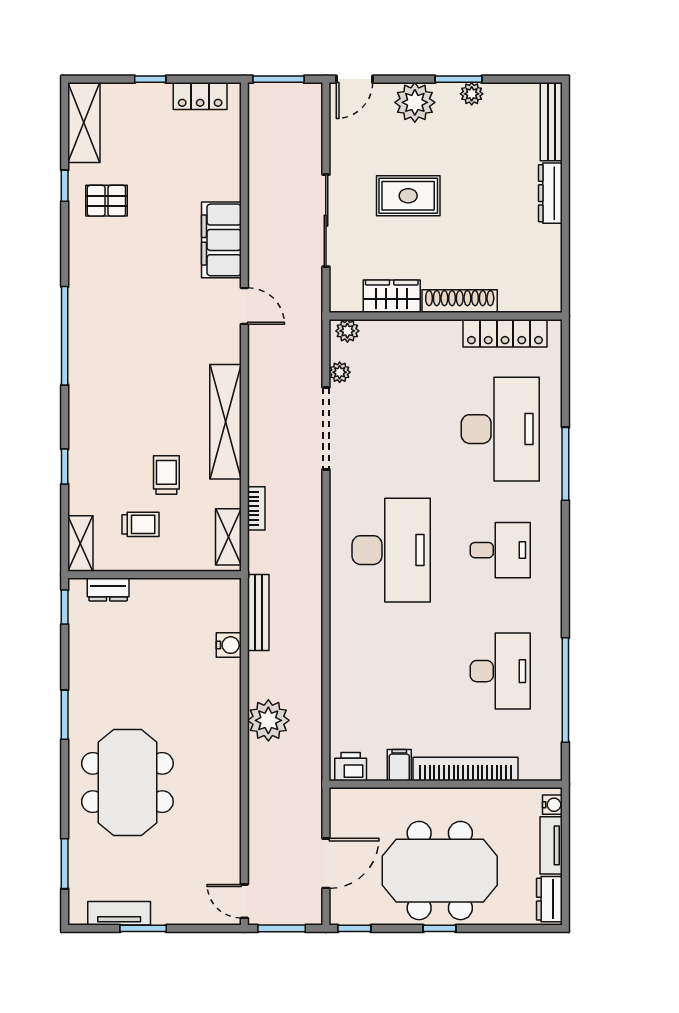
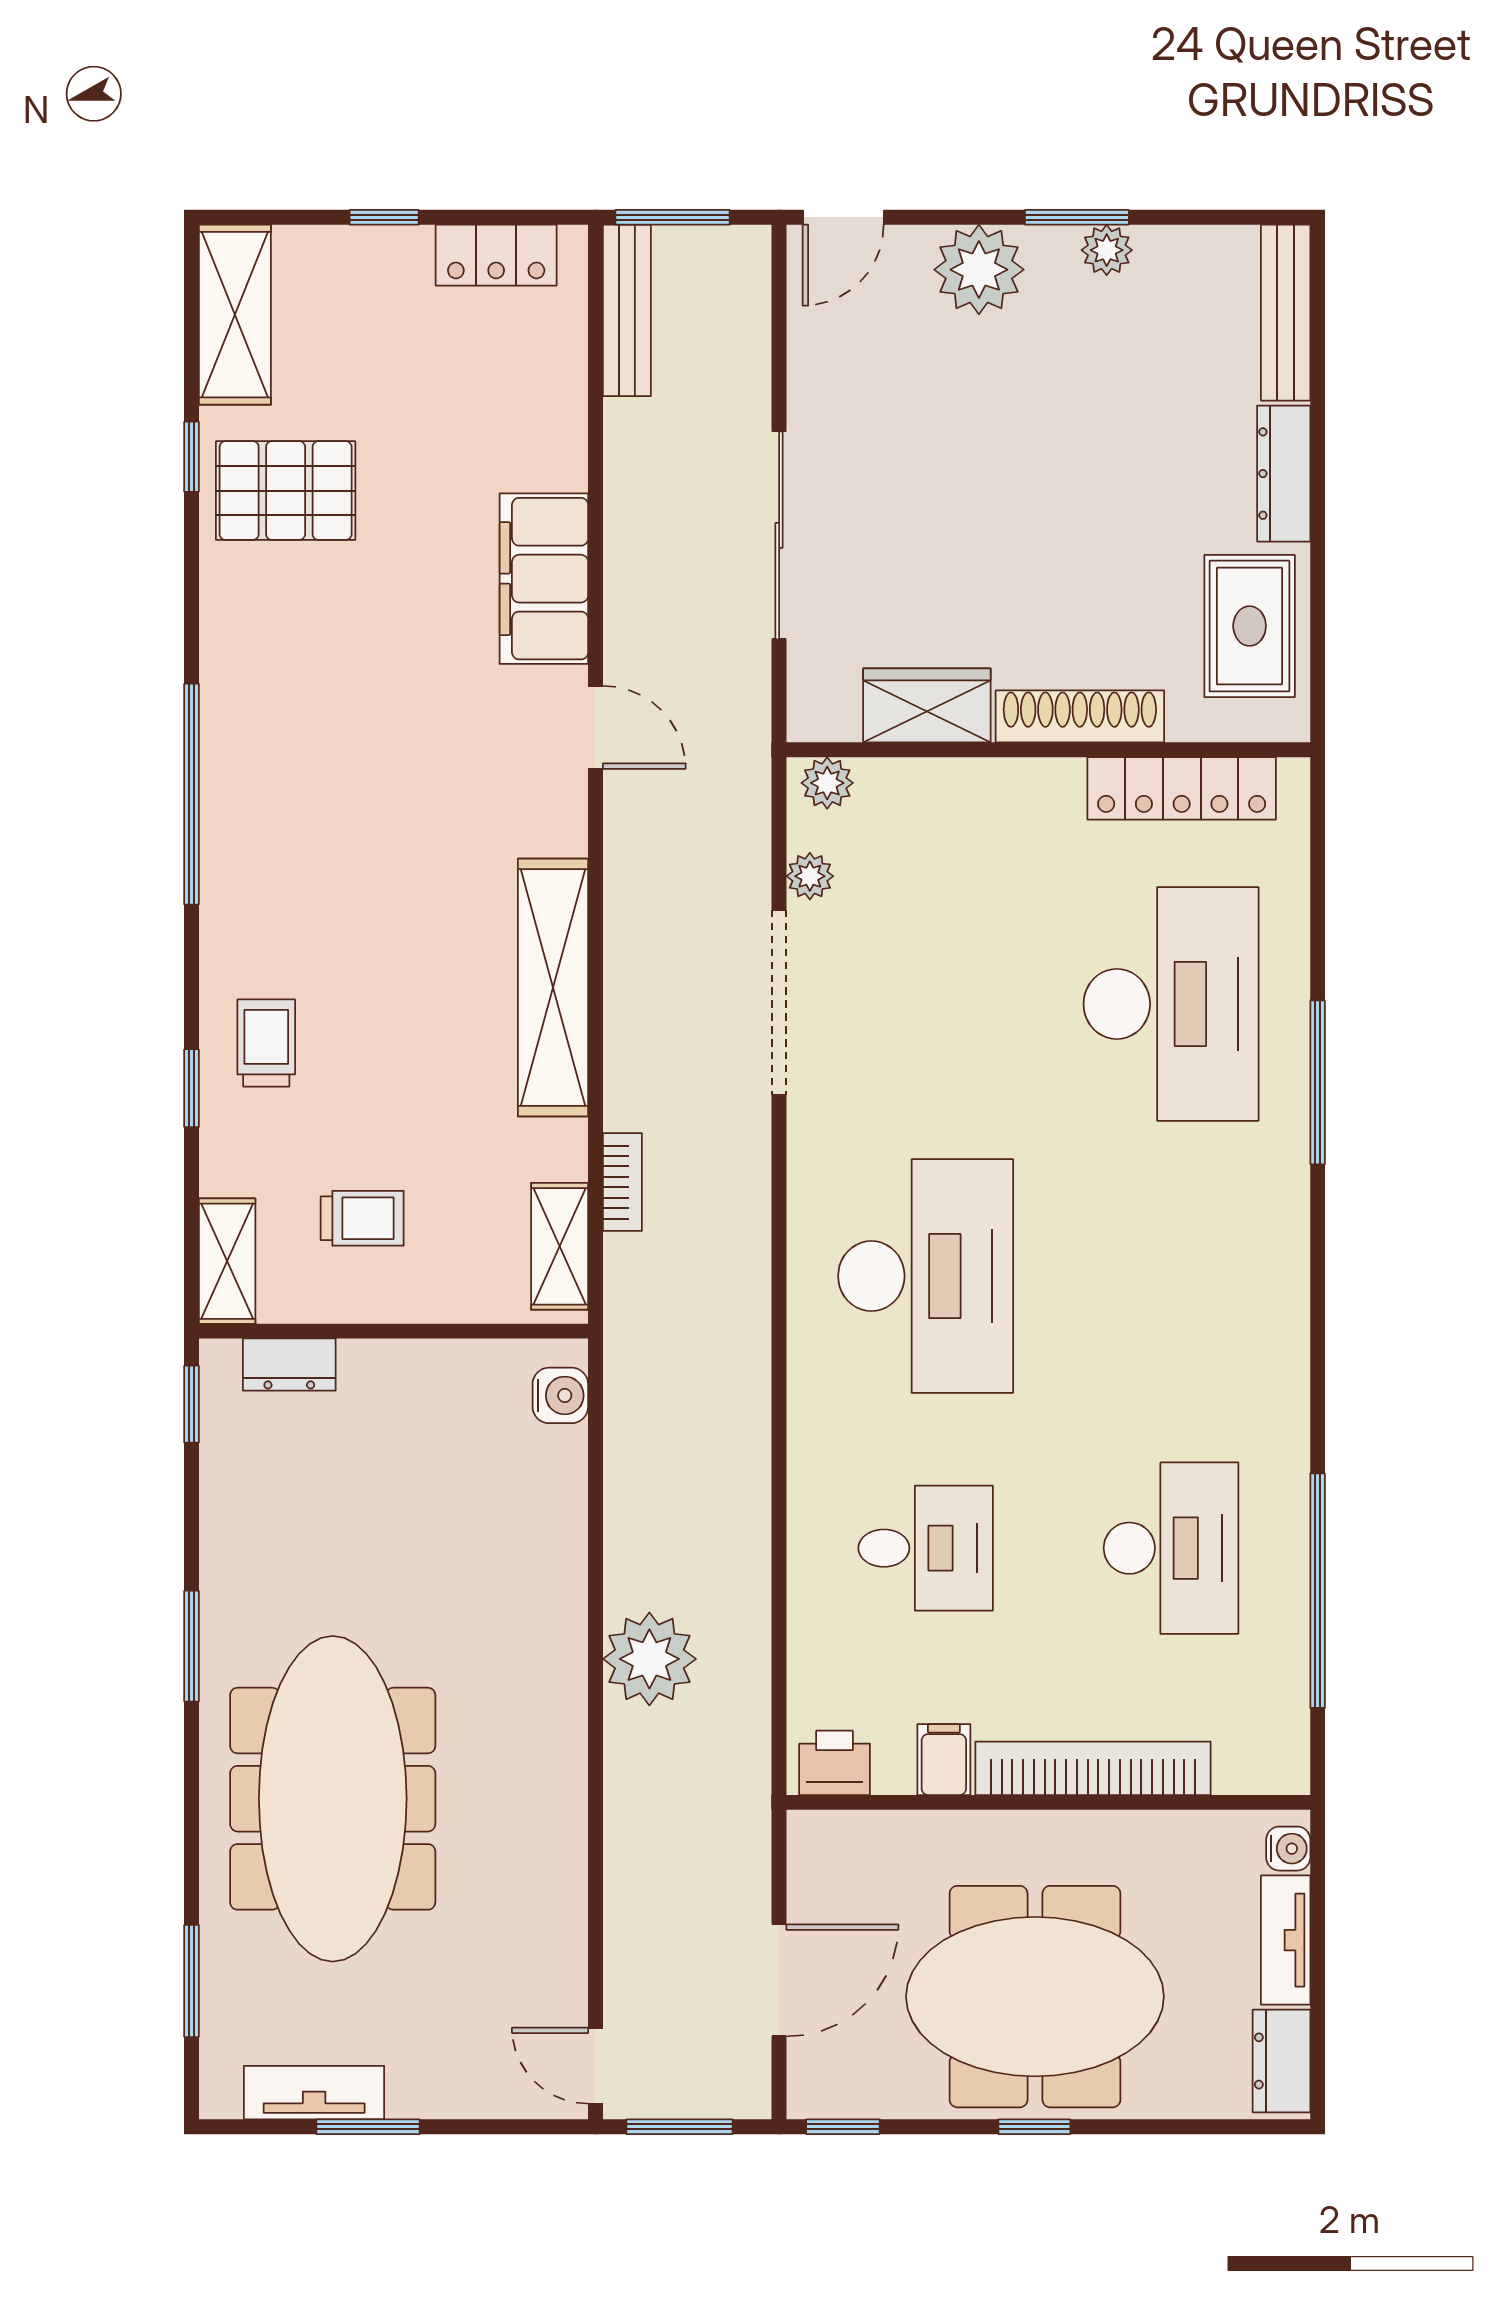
rug: (408, 196) -> (1250, 626), moved, turned 90
pallet: (106, 201) -> (286, 491), width x1.50, depth x1.42
trolley: (166, 475) -> (266, 1043), moved
desk: (500, 550) -> (926, 1548), moved
bench: (258, 612) -> (627, 310), moved
water cooler: (229, 645) -> (560, 1395), moved
meeting table: (127, 783) -> (333, 1799), width x1.36

